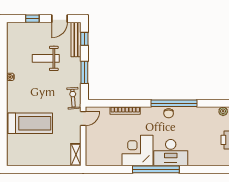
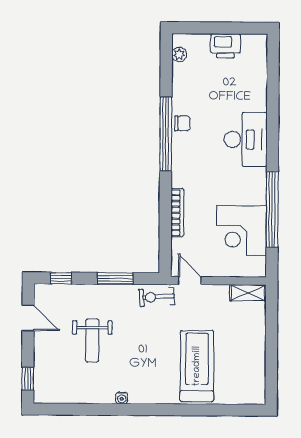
window: (32, 19) -> (28, 378), moved
bench: (76, 39) -> (62, 292), removed
chair: (169, 113) -> (182, 123), moved
corner desk: (138, 150) -> (242, 231), moved
window: (156, 169) -> (272, 210), moved

